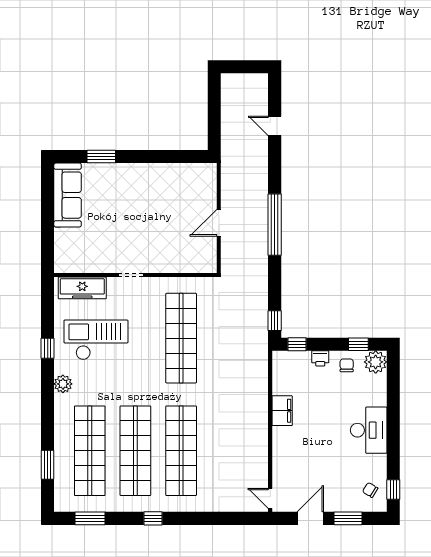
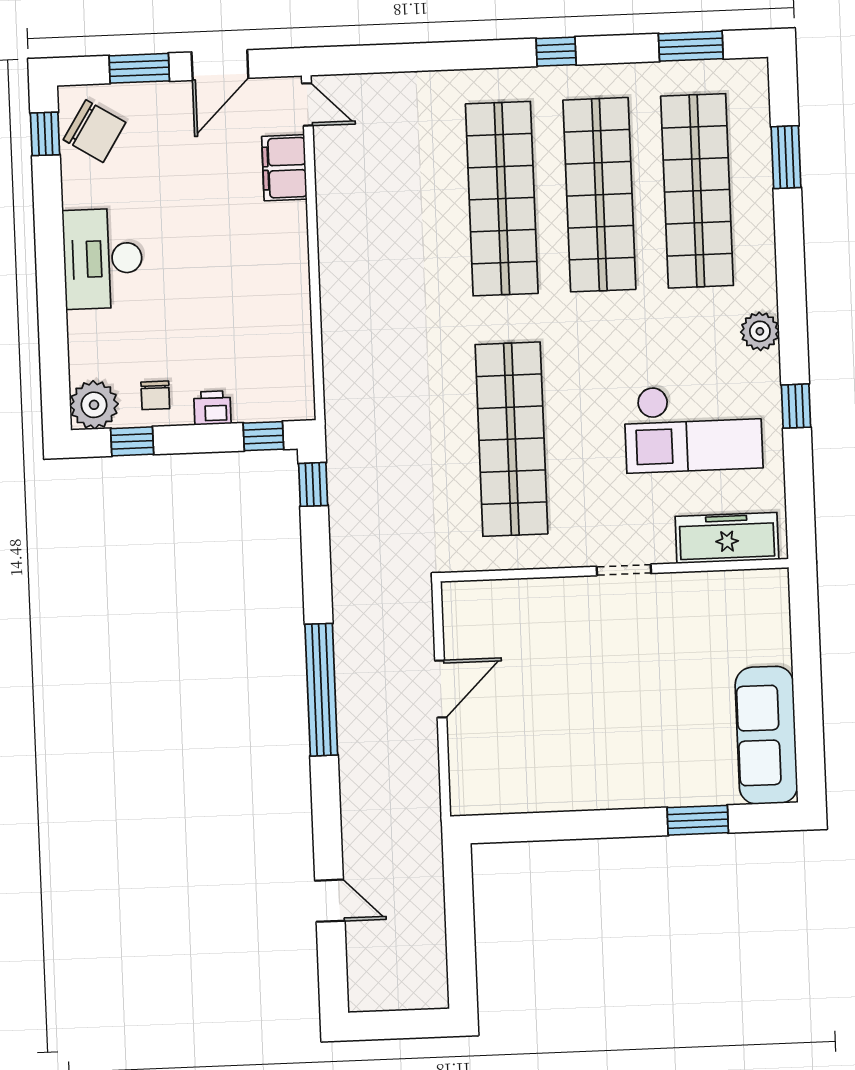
filing cabinet: (282, 411) -> (284, 168), moved
chair: (370, 490) -> (94, 131), width x1.87, depth x1.87

